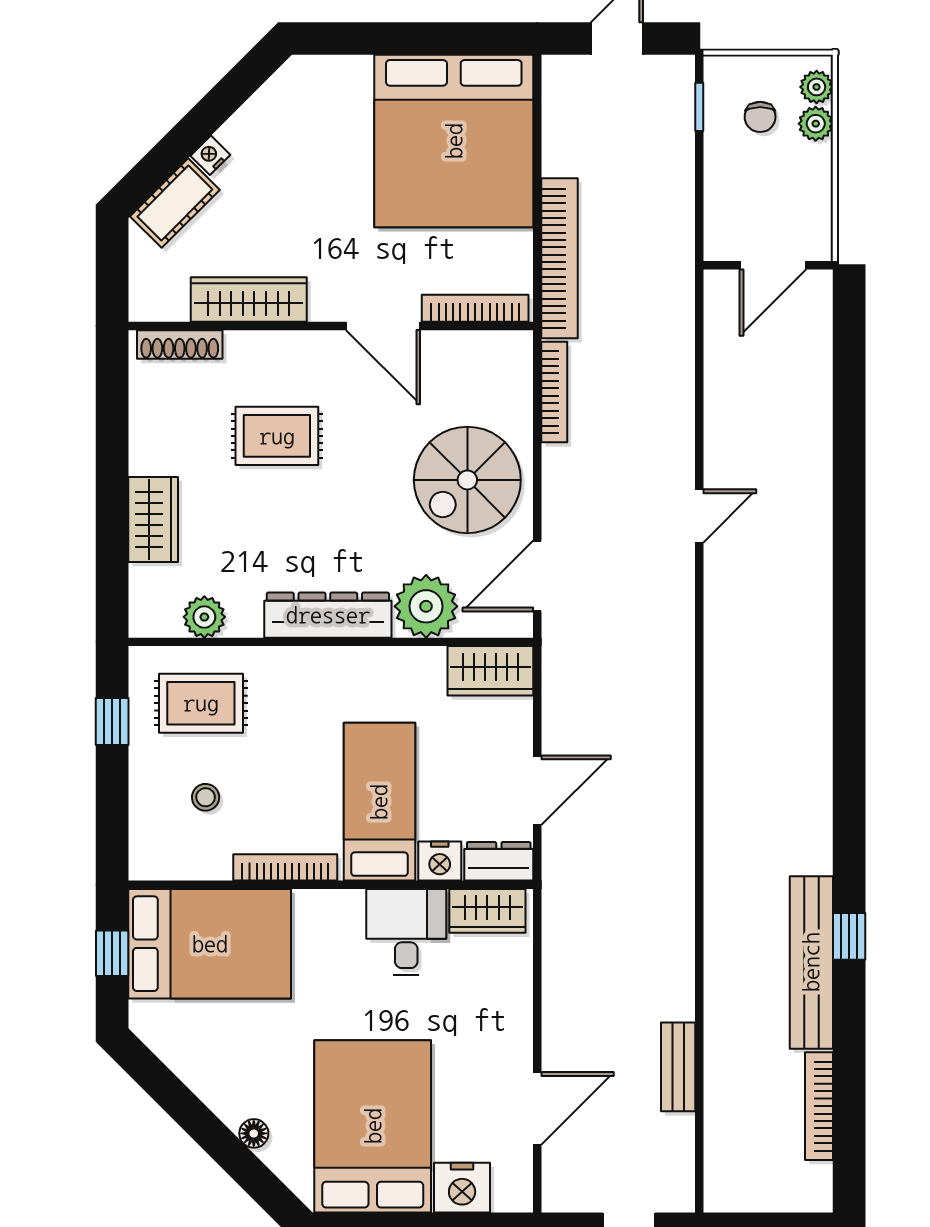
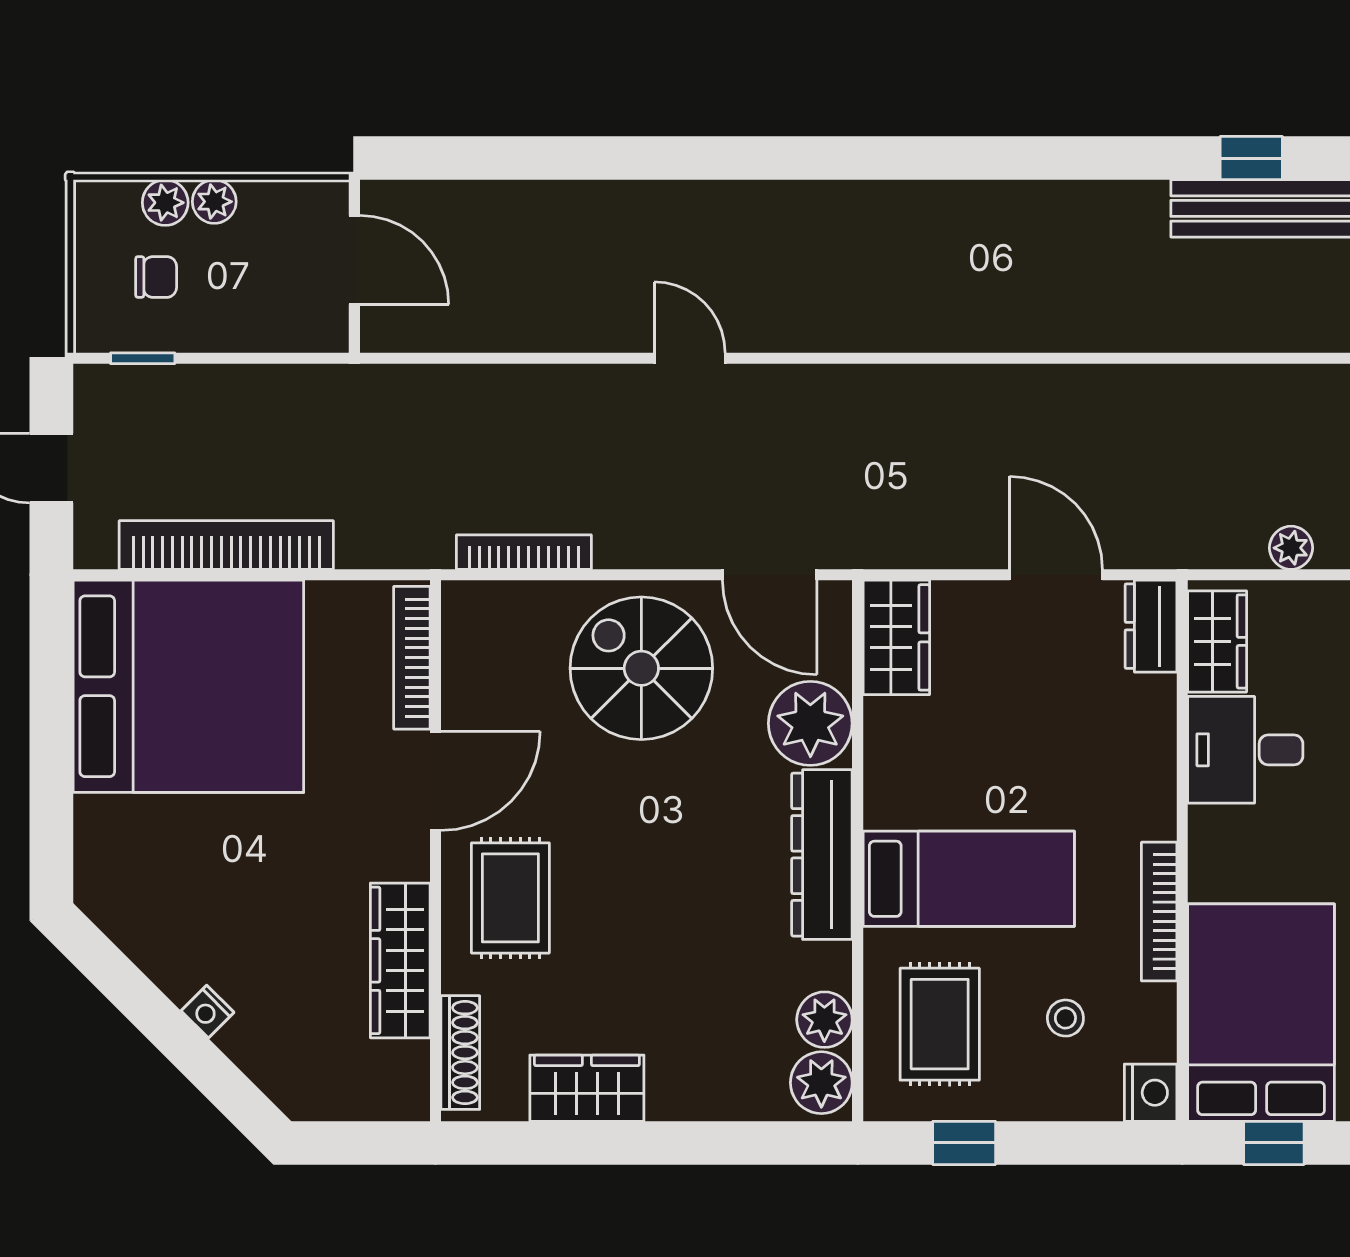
plant: (817, 87) -> (214, 202), moved
cot: (175, 203) -> (271, 1059), removed
bookcase: (560, 258) -> (226, 545), moved
rug: (277, 436) -> (510, 898), moved
spiral stairs: (467, 480) -> (641, 668), turned 180
wardrobe: (153, 519) -> (587, 1088), moved
plant: (157, 615) -> (821, 1083), added
bed: (379, 802) -> (969, 879), moved, turned 180
nightstand: (440, 861) -> (1151, 1093), moved
plant: (557, 966) -> (1291, 548), added

